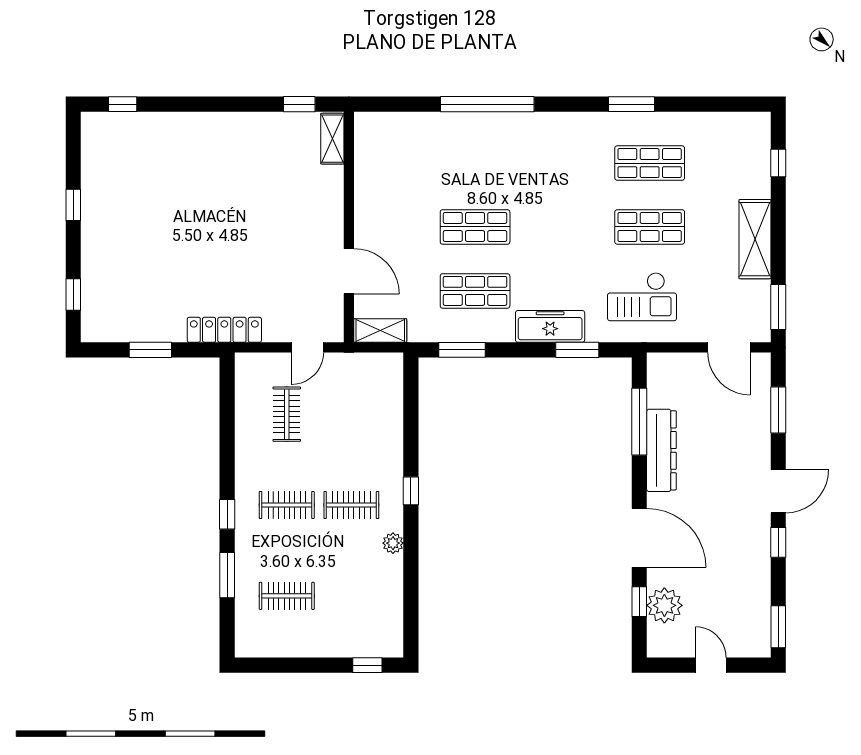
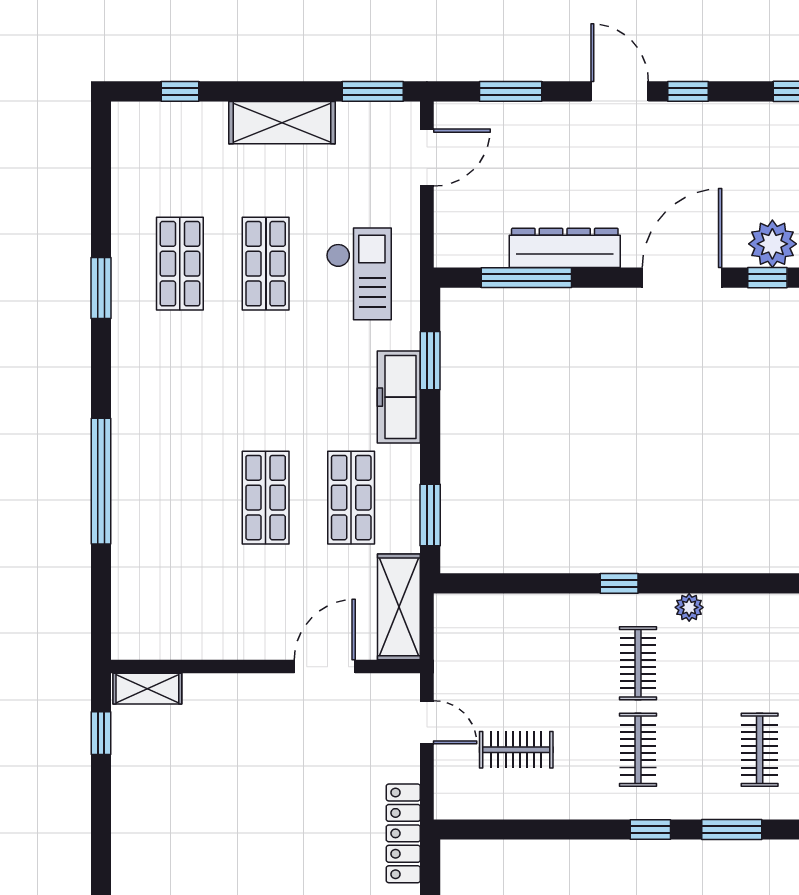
shelving: (380, 331) -> (399, 607), width x1.50, depth x1.33

